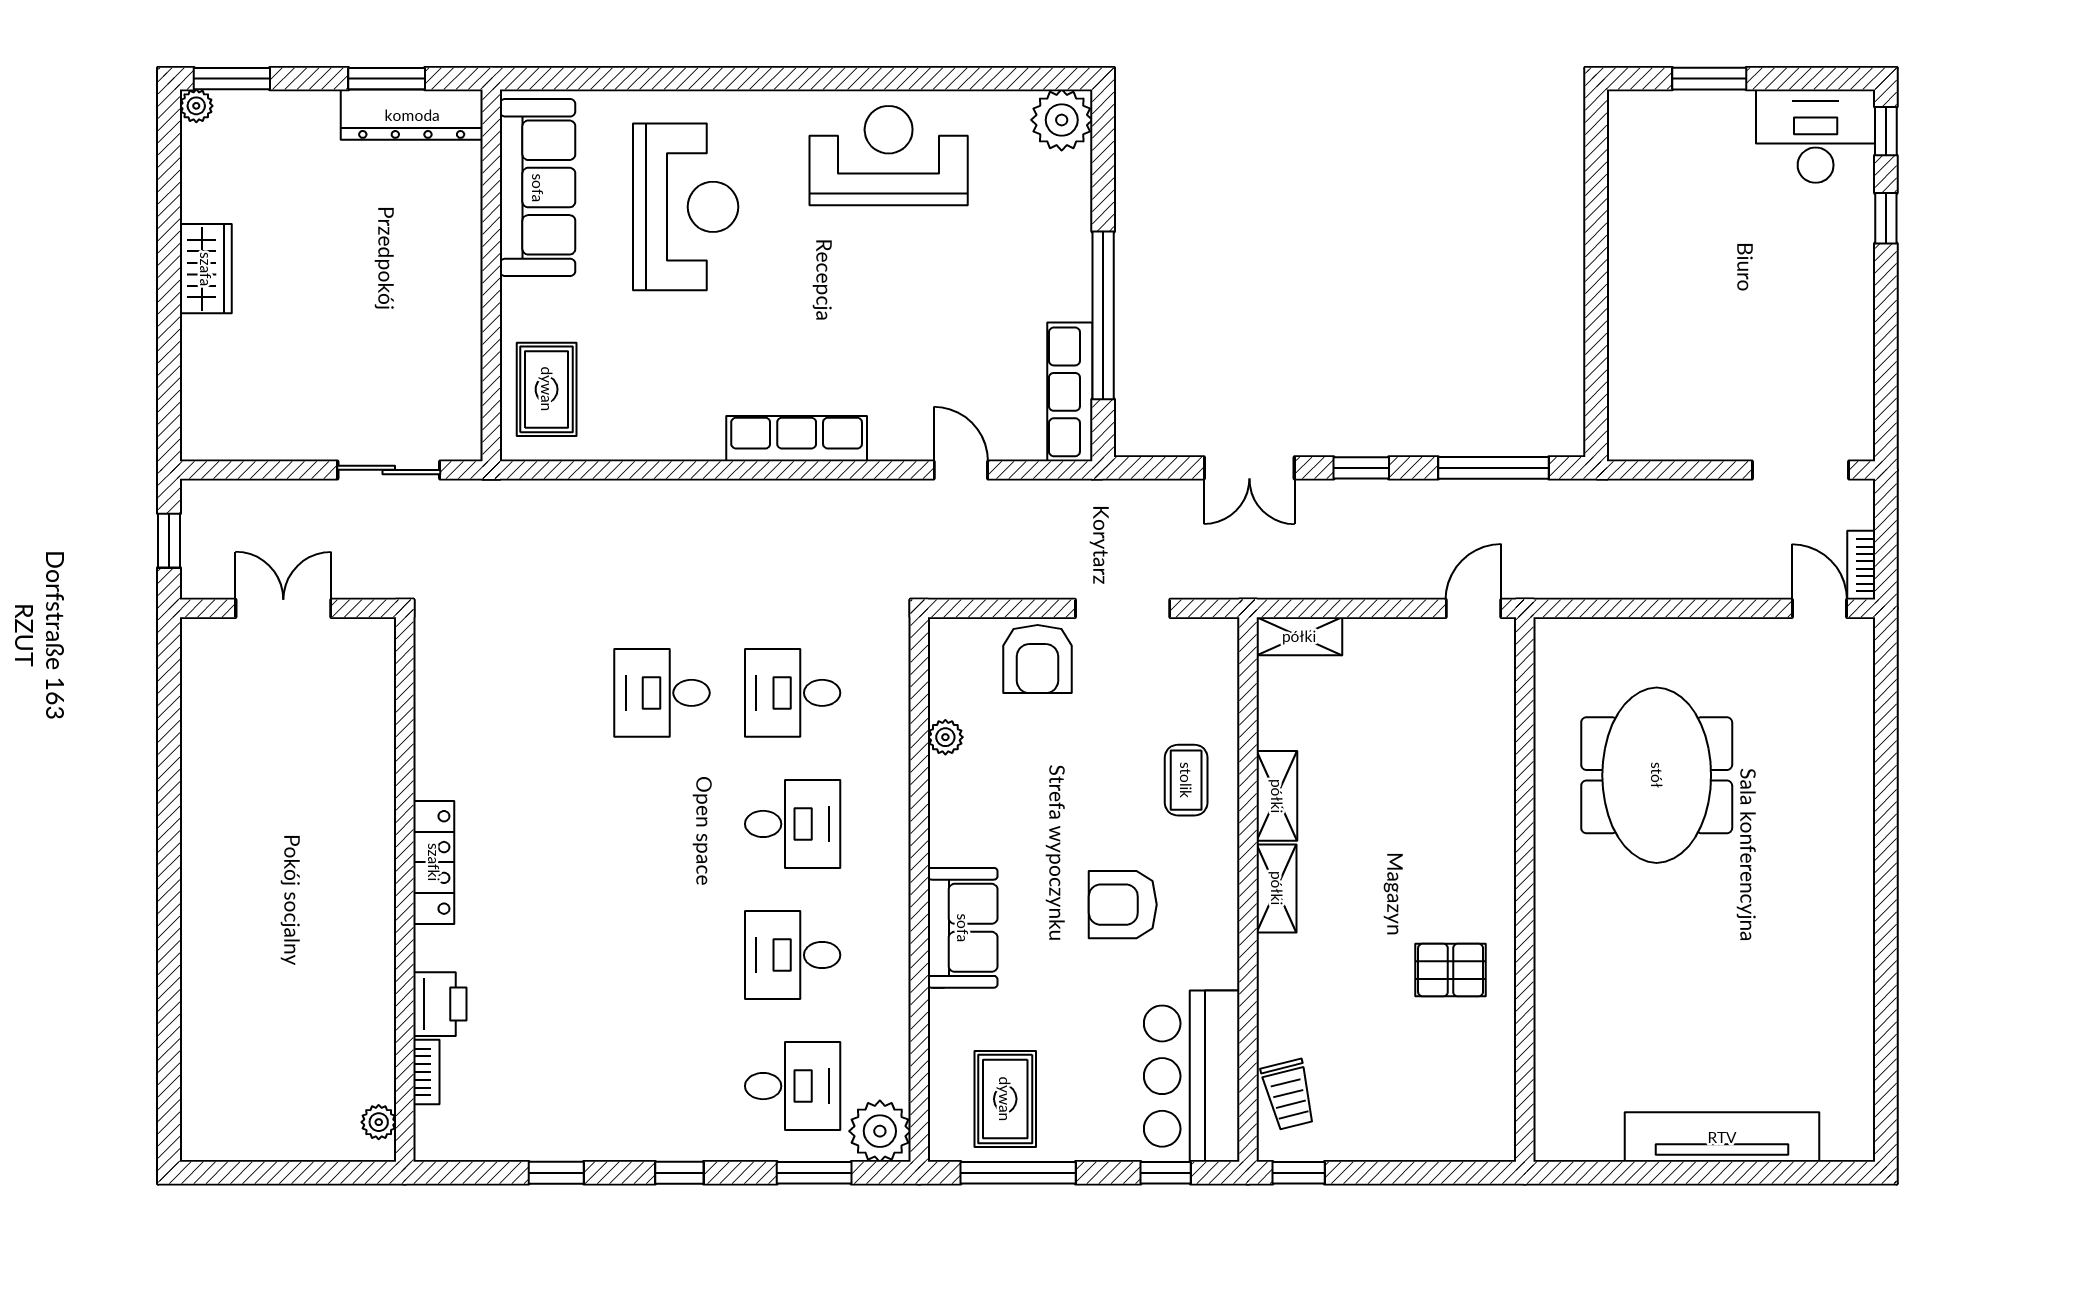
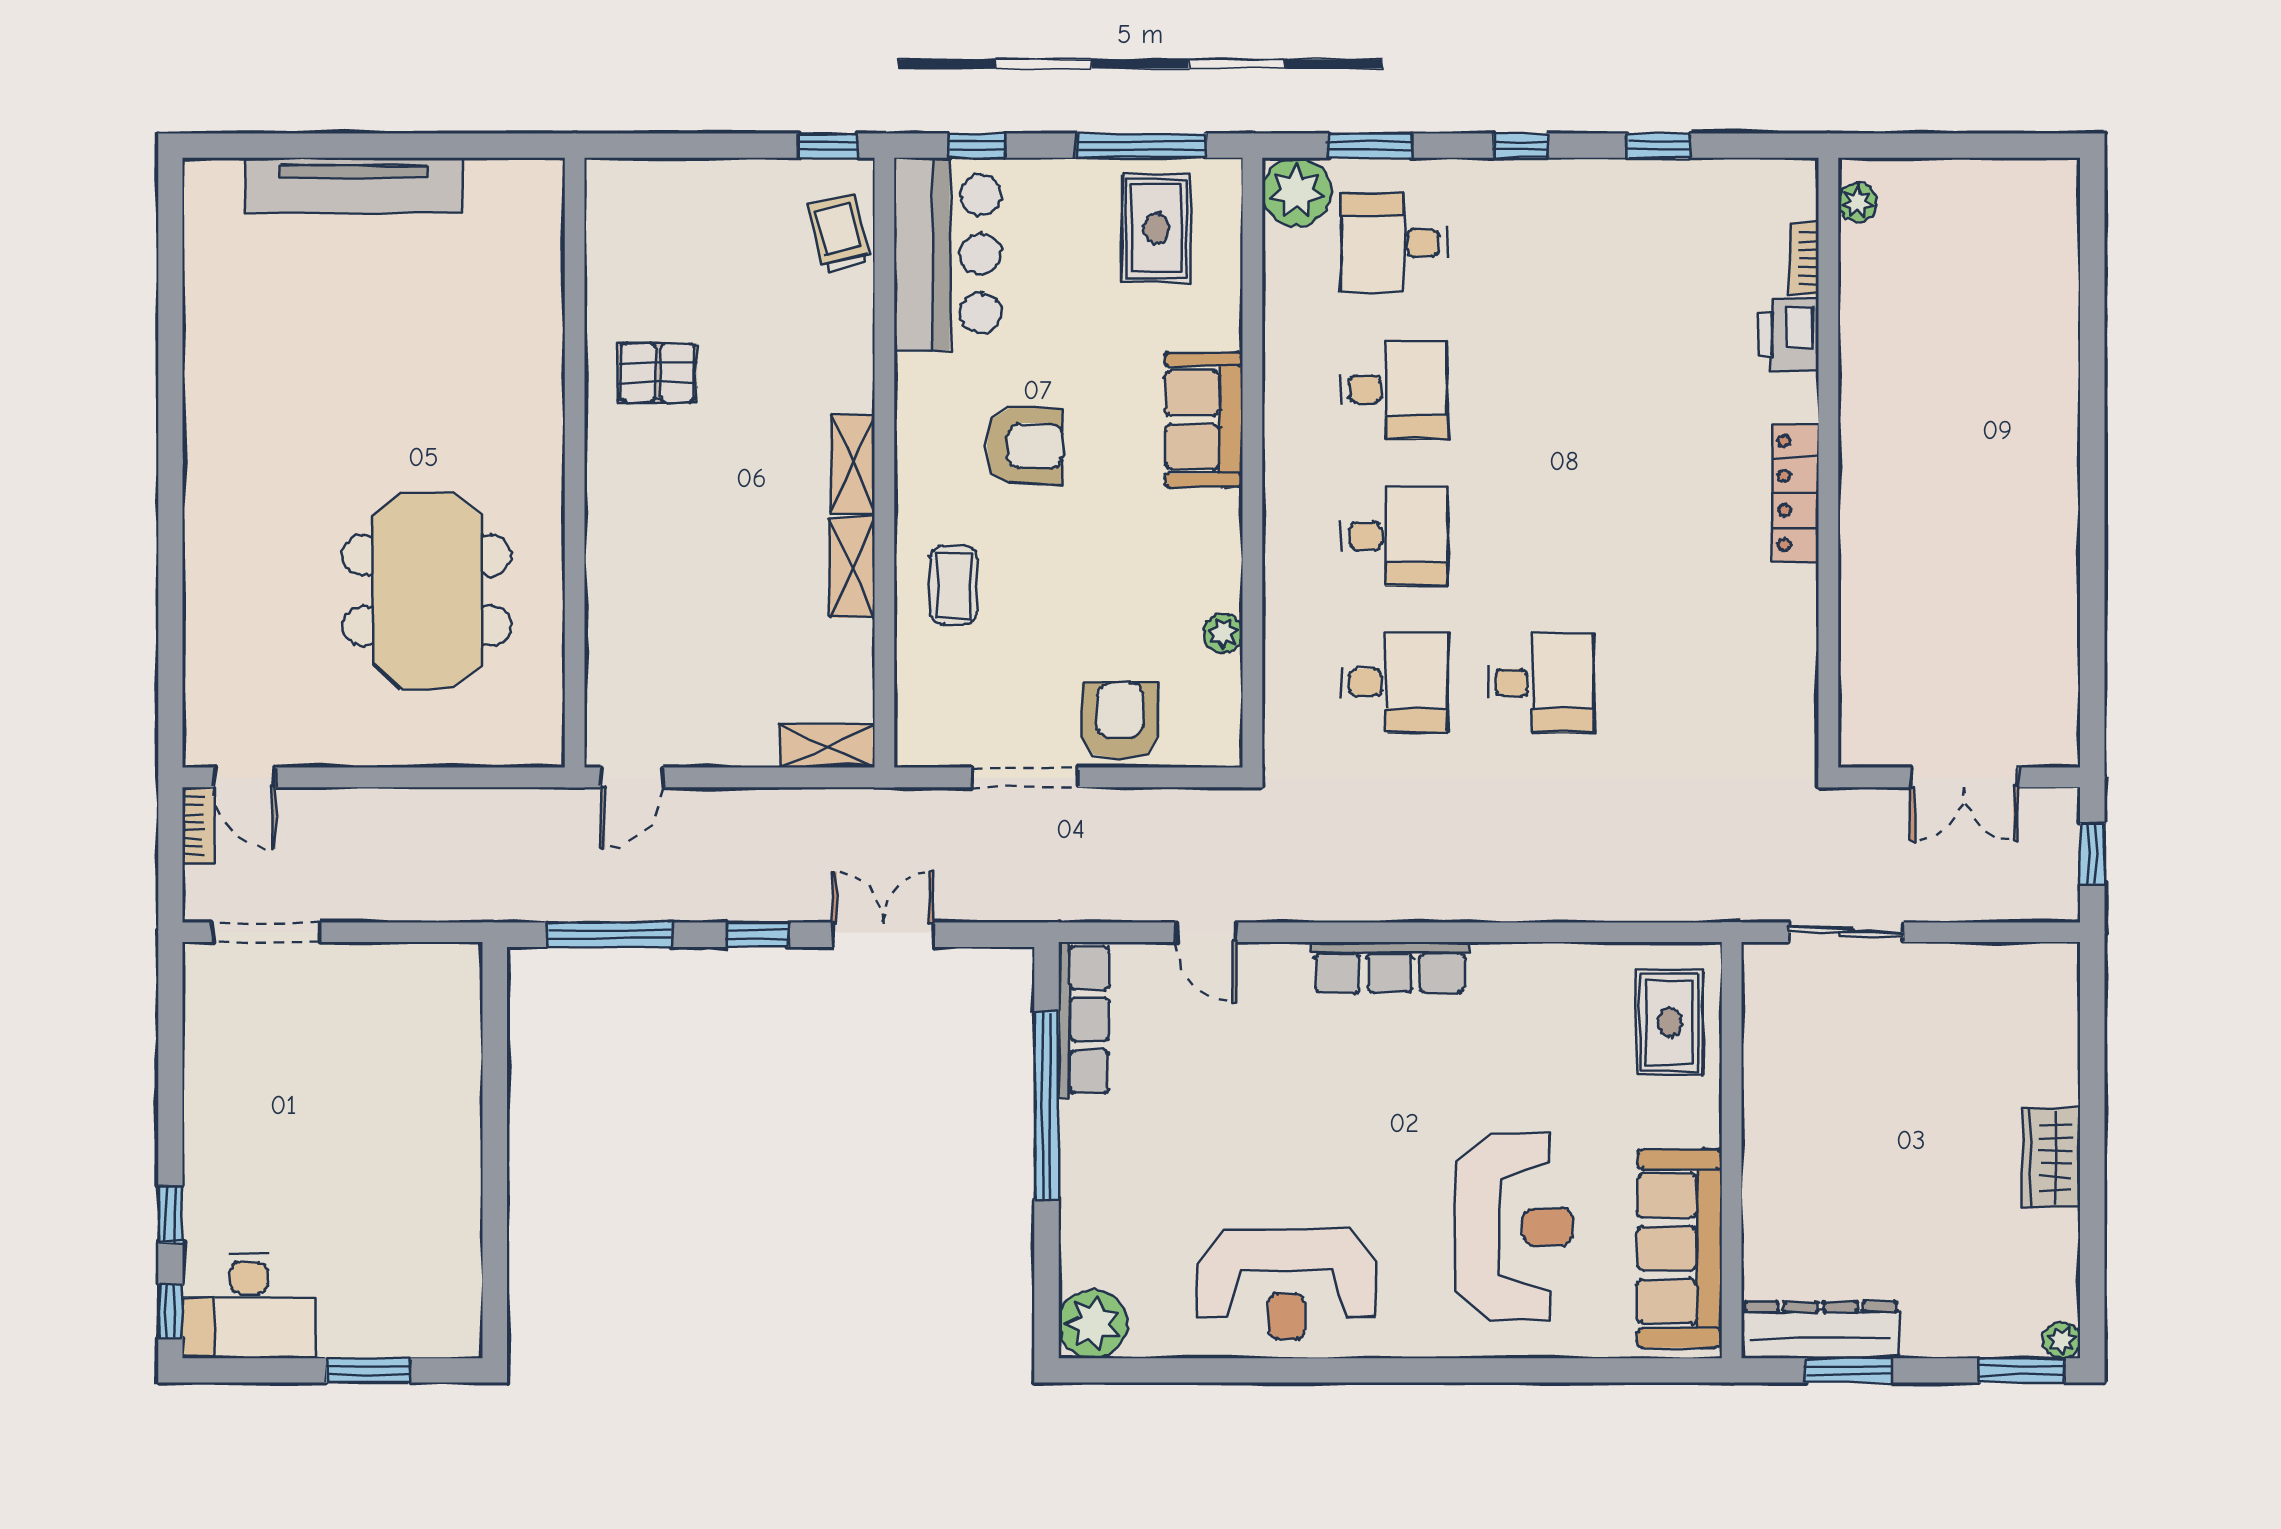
reception desk: (686, 207) -> (1514, 1227), turned 180
desk: (793, 824) -> (1394, 536), turned 180

